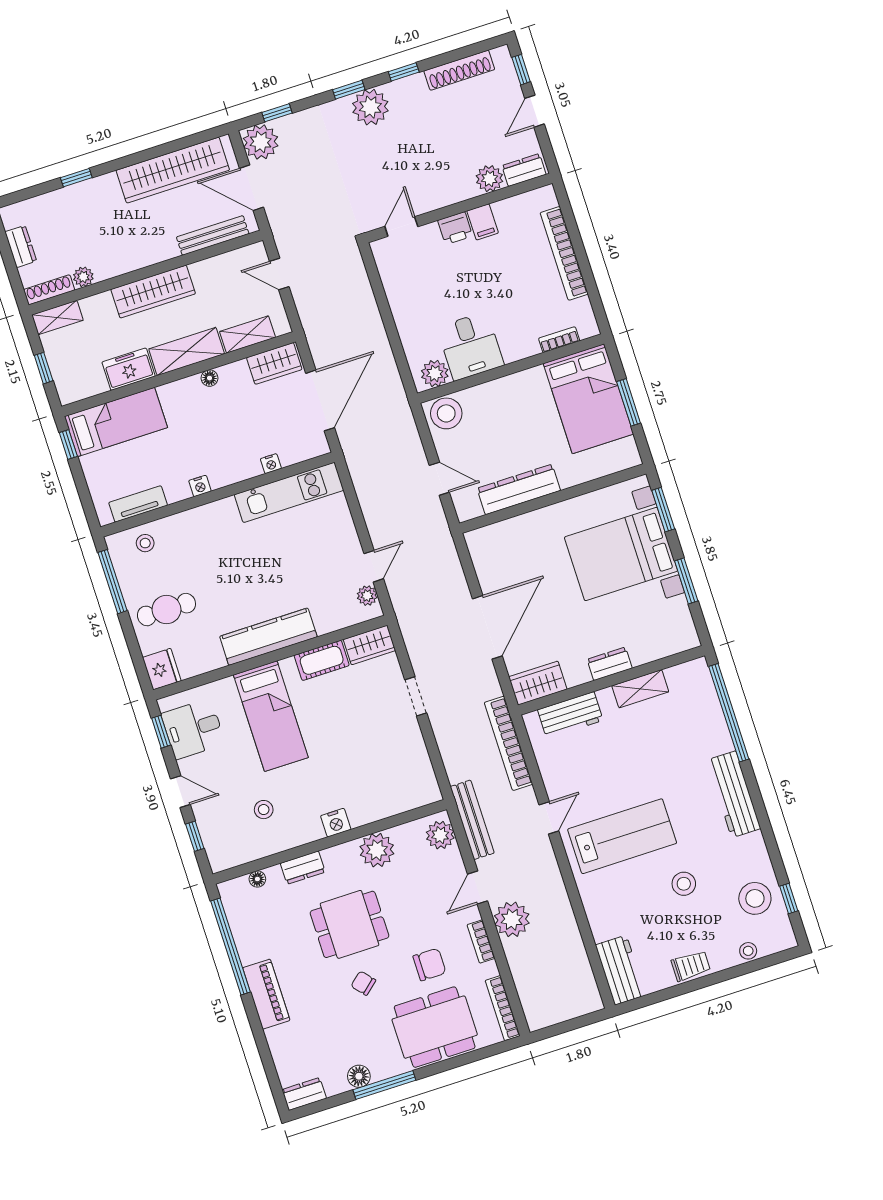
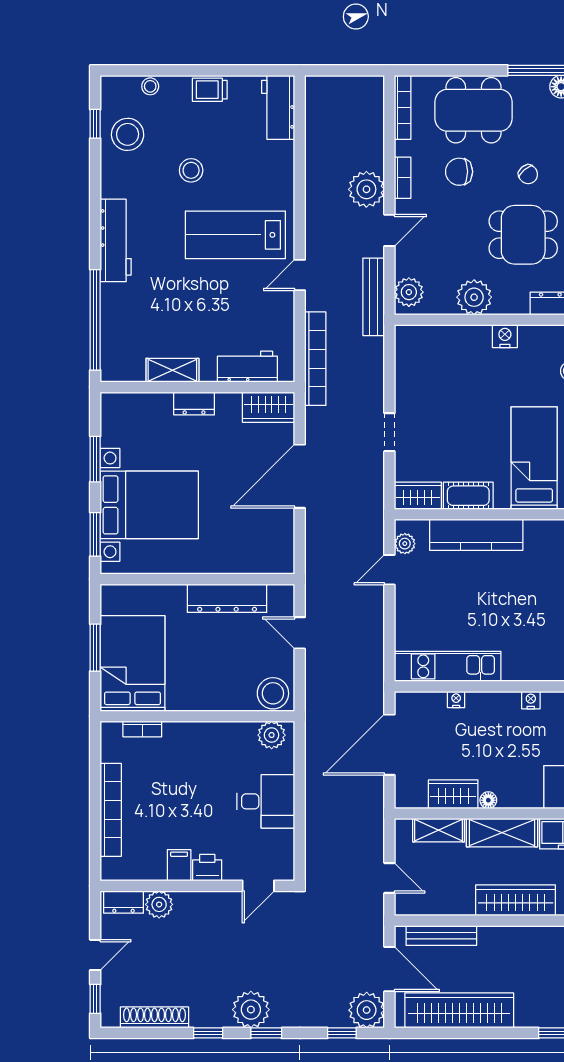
desk: (470, 346) -> (266, 801), moved, turned 90
wardrobe: (274, 363) -> (453, 794), moved
kitchen counter: (268, 637) -> (476, 535), moved

